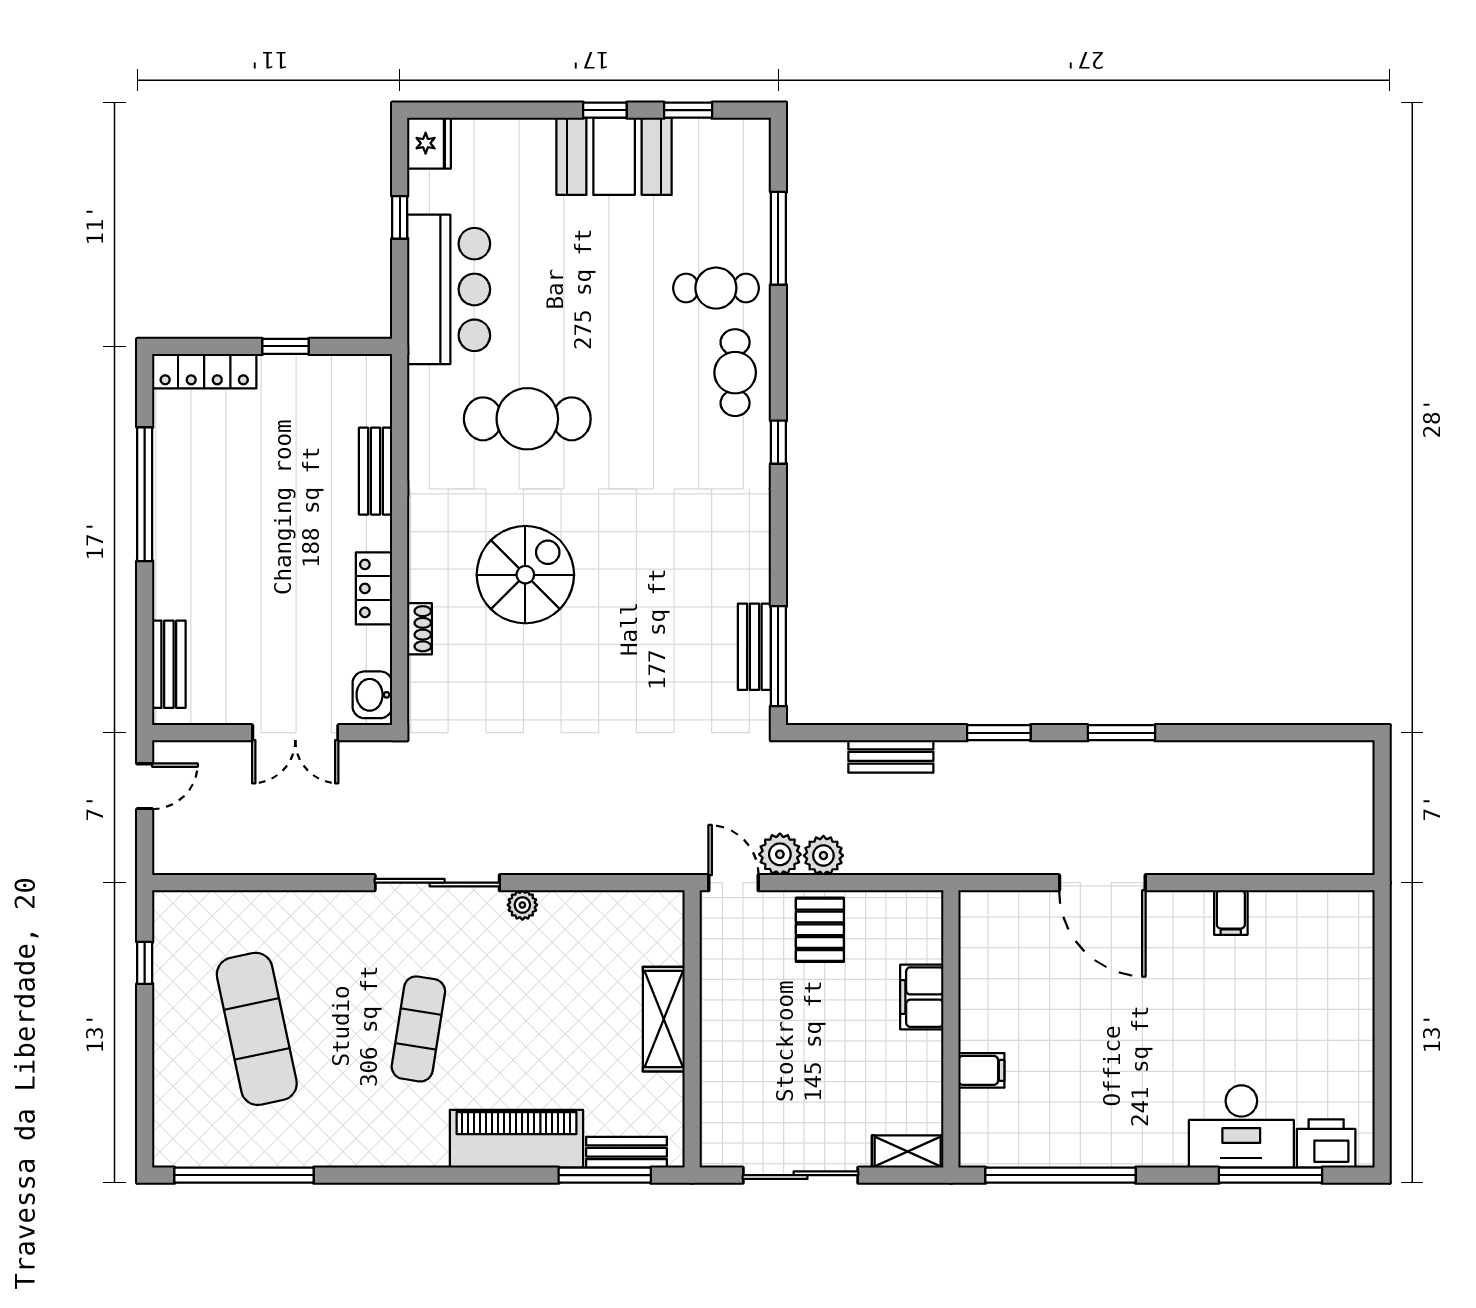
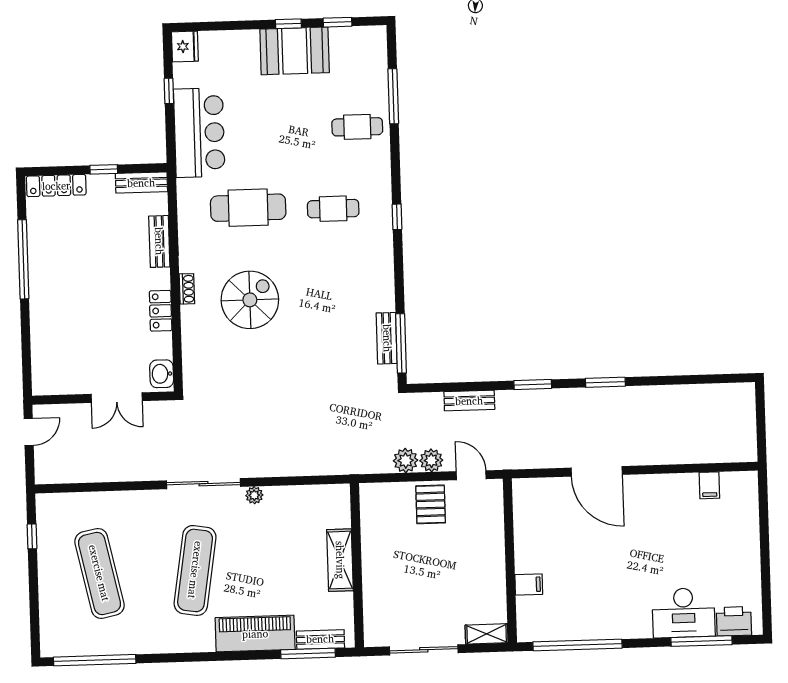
cafe table: (735, 373) -> (333, 209), moved, turned 90
shoe rack: (420, 629) -> (187, 289), moved
bench: (169, 664) -> (141, 183), moved, turned 90
door: (733, 883) -> (471, 475), moved
filing cabinet: (1231, 912) -> (709, 485), moved
filing cabinet: (922, 997) -> (492, 542), removed
exercise mat: (418, 1029) -> (195, 570), width x1.36, depth x1.45

